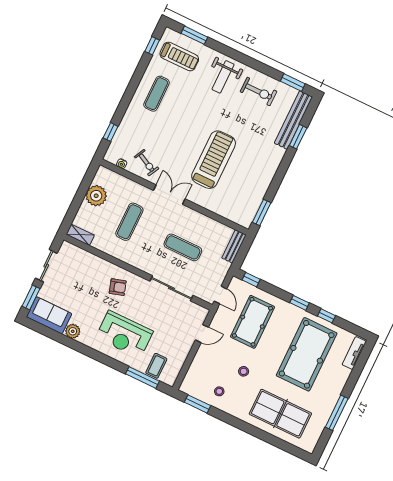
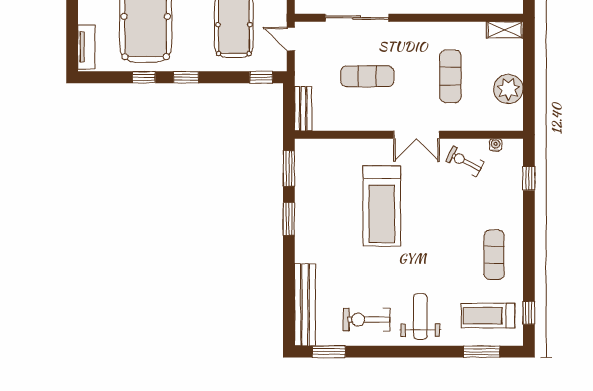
window: (298, 137) -> (289, 219), moved

